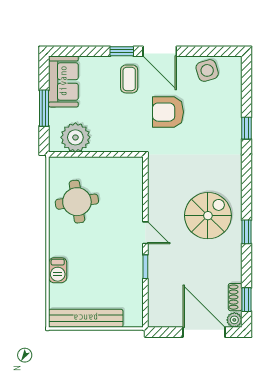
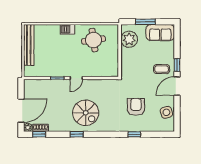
armchair: (168, 112) -> (136, 107), moved
barbecue: (58, 270) -> (68, 29), moved

